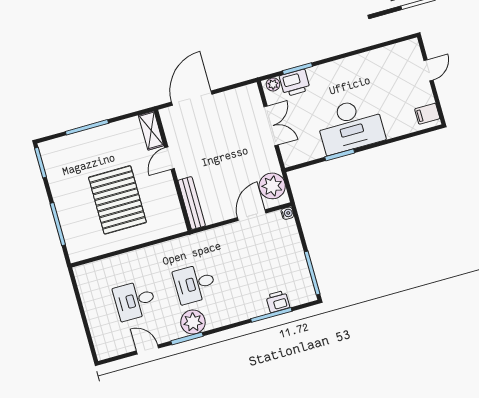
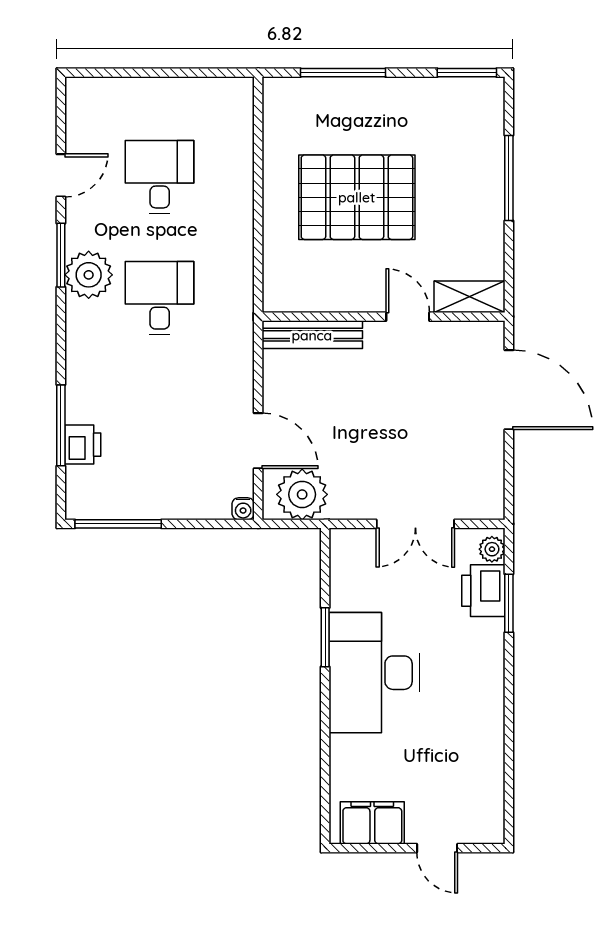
filing cabinet: (427, 114) -> (372, 823), width x2.00

